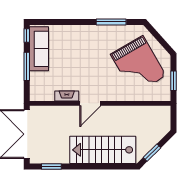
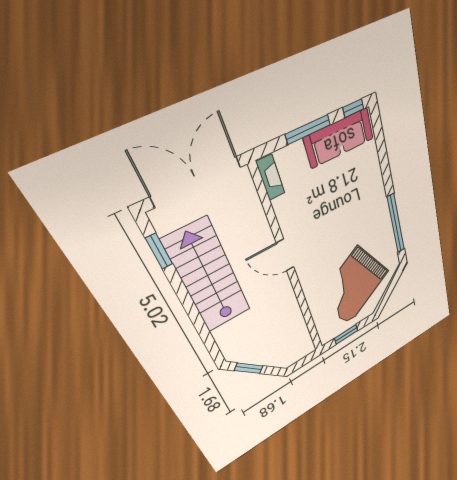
window: (111, 22) -> (396, 224), width x1.46
fireplace: (67, 96) -> (270, 178), moved
stairs: (103, 150) -> (208, 277), moved

